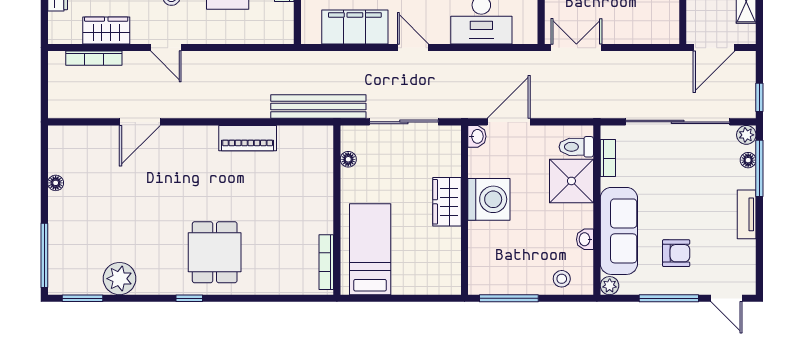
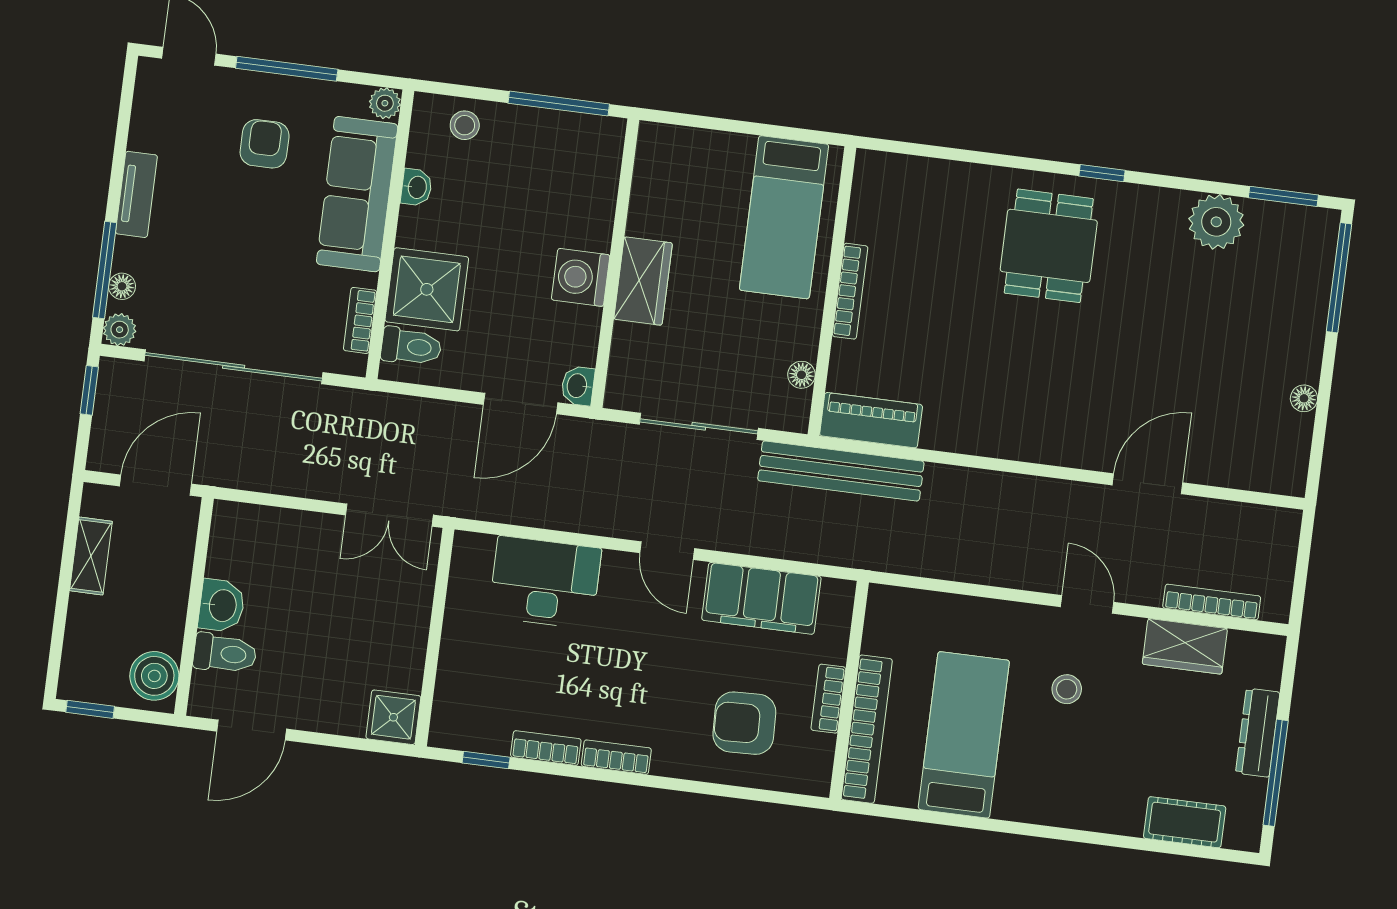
piano: (248, 138) -> (871, 420), moved
washing machine: (489, 199) -> (581, 277), width x0.73, depth x0.73
armchair: (676, 253) -> (265, 144), turned 90
bookcase: (326, 262) -> (850, 291), moved

